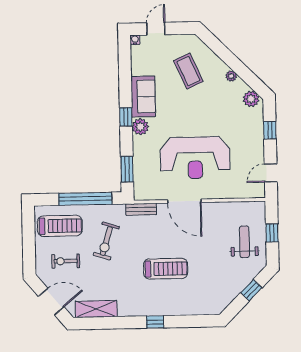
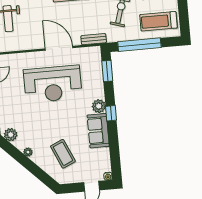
reception desk: (195, 158) -> (53, 84), turned 180

